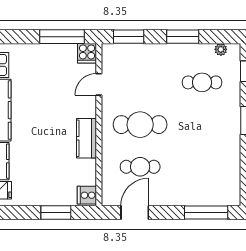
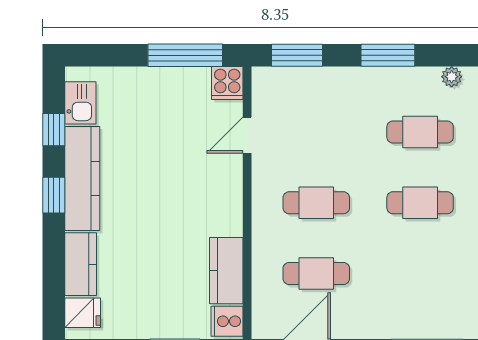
cafe table: (140, 125) -> (316, 203), width x0.73, depth x0.74
cafe table: (202, 125) -> (420, 203), added
kitchen counter: (86, 138) -> (226, 271), moved

